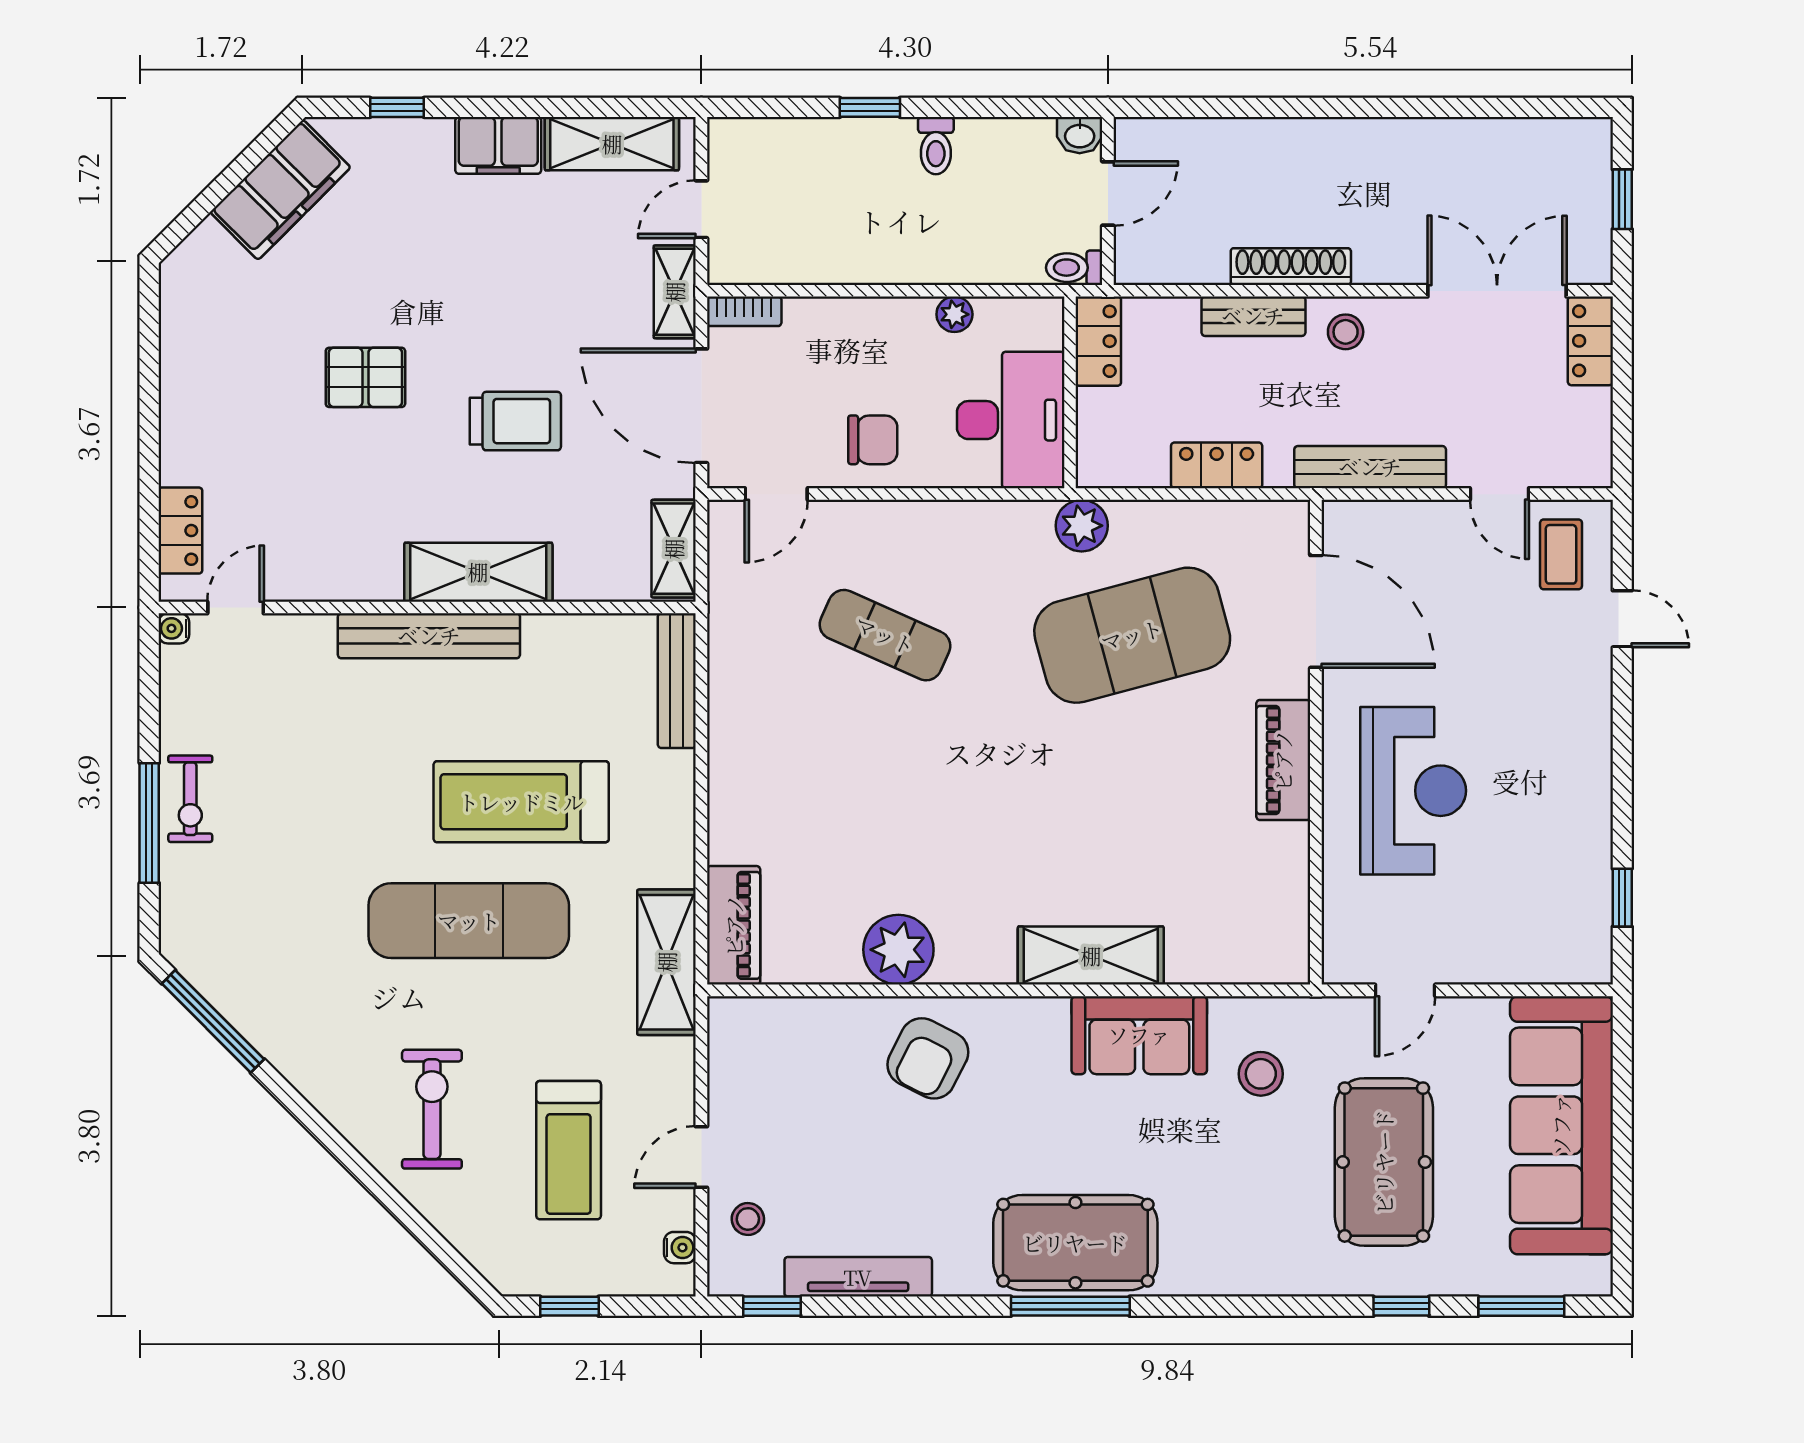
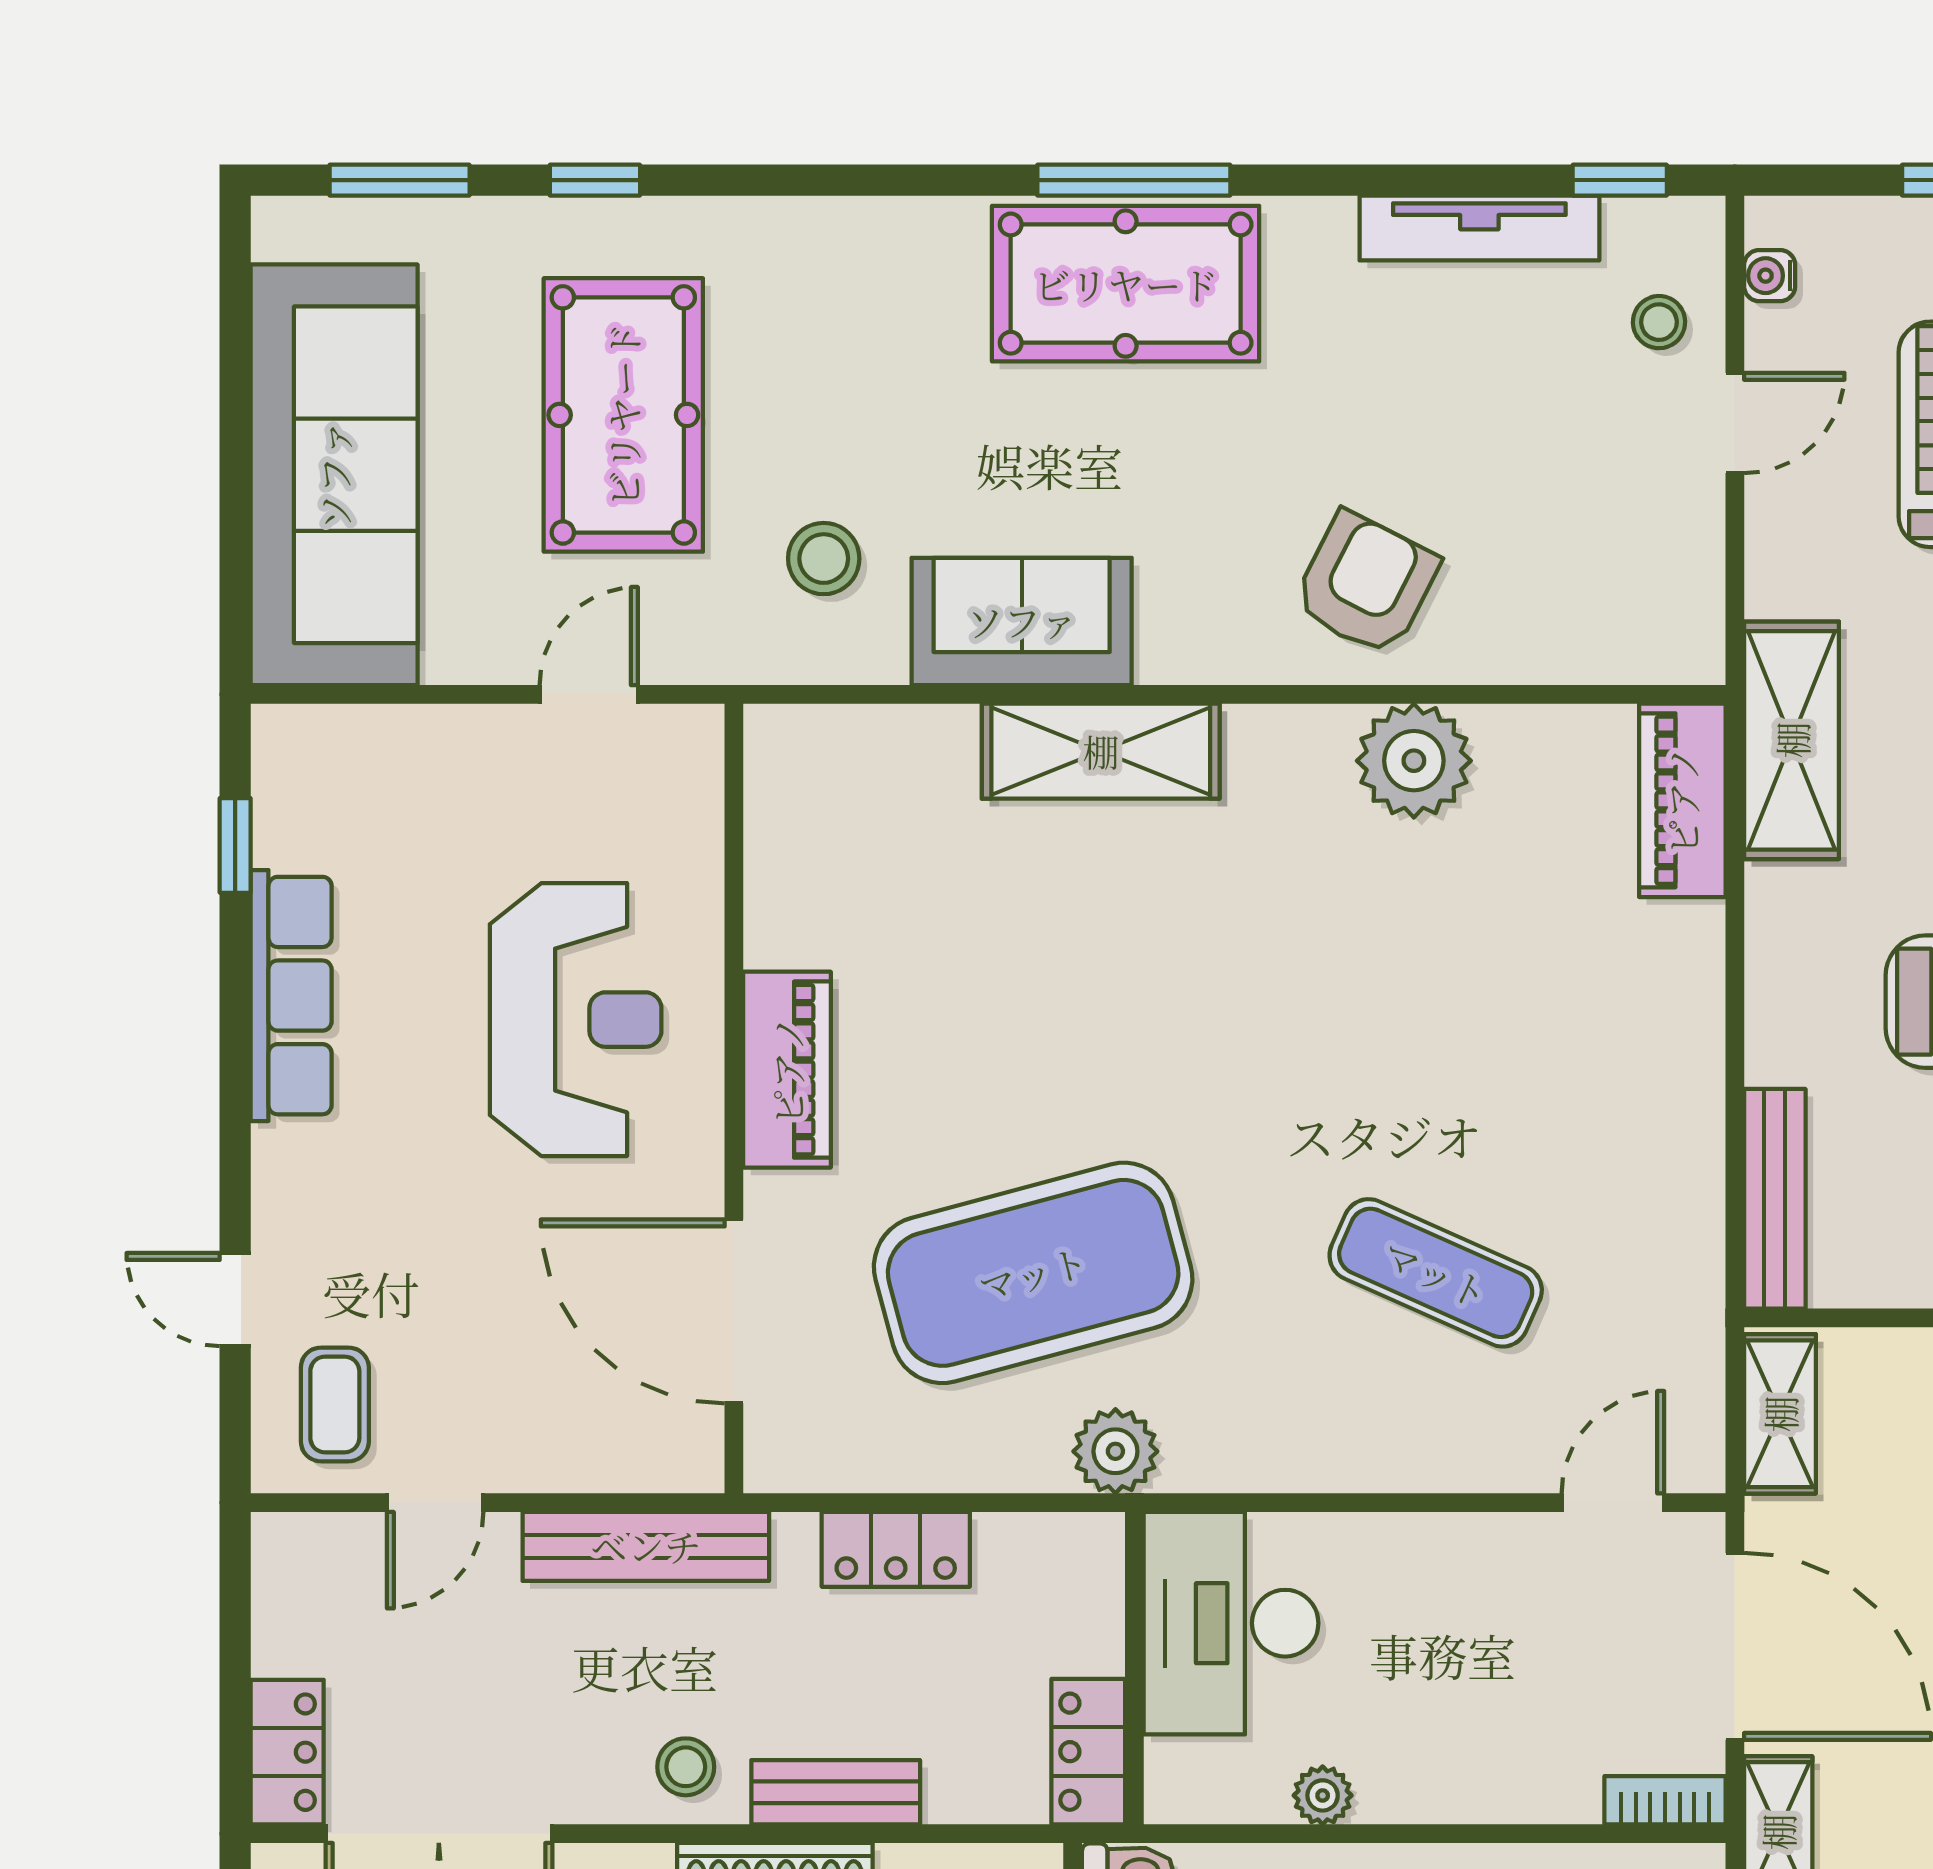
chair: (873, 440) -> (1456, 1591), removed
door: (1499, 494) -> (435, 1503), swing flipped
reception desk: (1413, 791) -> (576, 1020), turned 180
row of seats: (1588, 805) -> (291, 996), added

